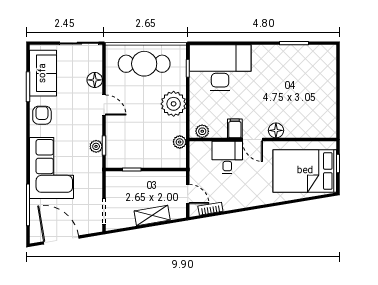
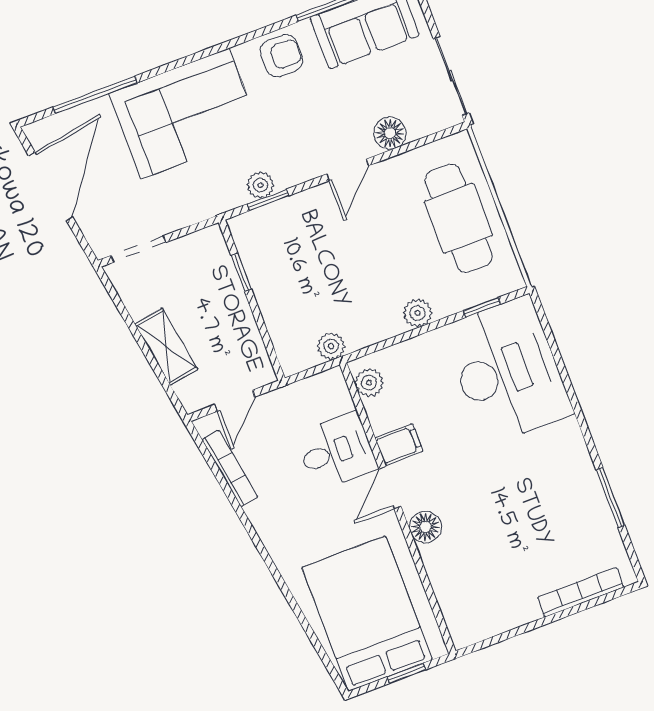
bookcase: (331, 72) -> (581, 592), added
plant: (174, 104) -> (418, 313), width x0.53, depth x0.53
bookcase: (210, 209) -> (230, 468), width x1.56

